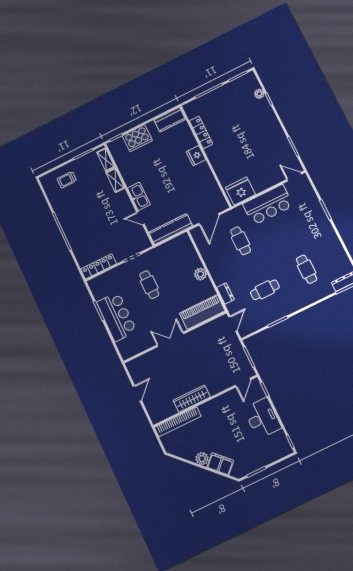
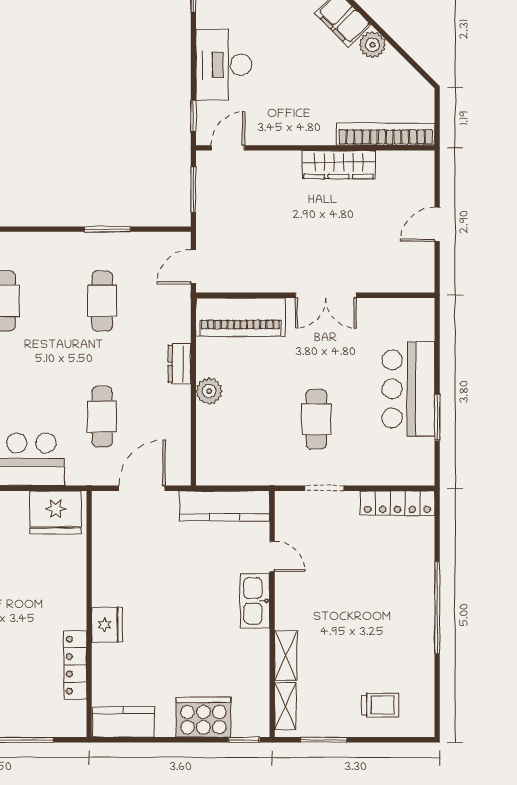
cafe table: (265, 290) -> (102, 301), turned 90
dresser: (225, 294) -> (179, 364), moved

